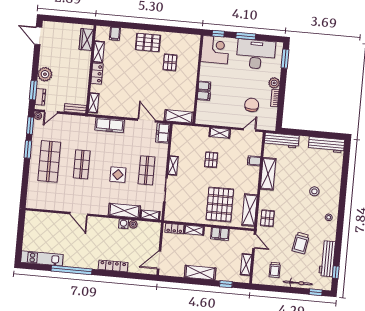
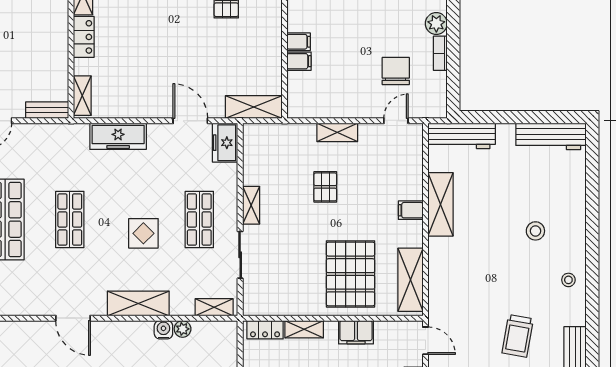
filing cabinet: (254, 161) -> (411, 210), moved
shelving: (124, 211) -> (138, 303), moved
pallet: (267, 218) -> (447, 293), removed

